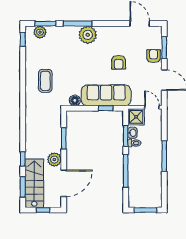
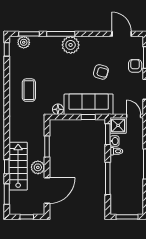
armchair: (119, 62) -> (101, 72), turned -74
window: (126, 136) -> (108, 134), moved
stairs: (34, 183) -> (18, 166), moved

